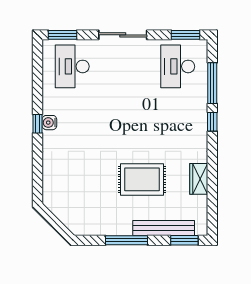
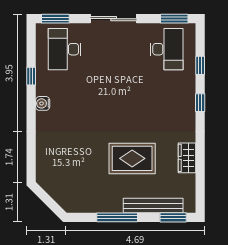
desk: (178, 66) -> (167, 49), turned 180
window: (212, 83) -> (200, 65), width x0.46
window: (38, 124) -> (31, 76), moved

